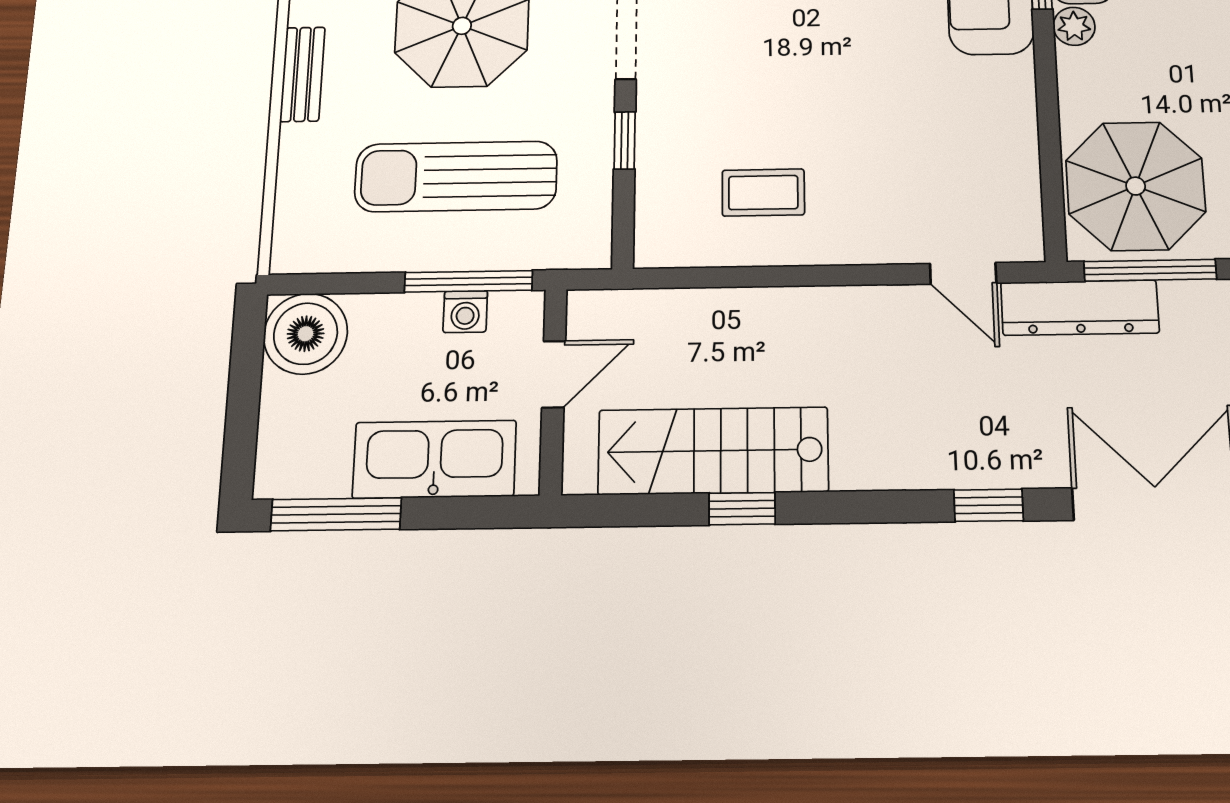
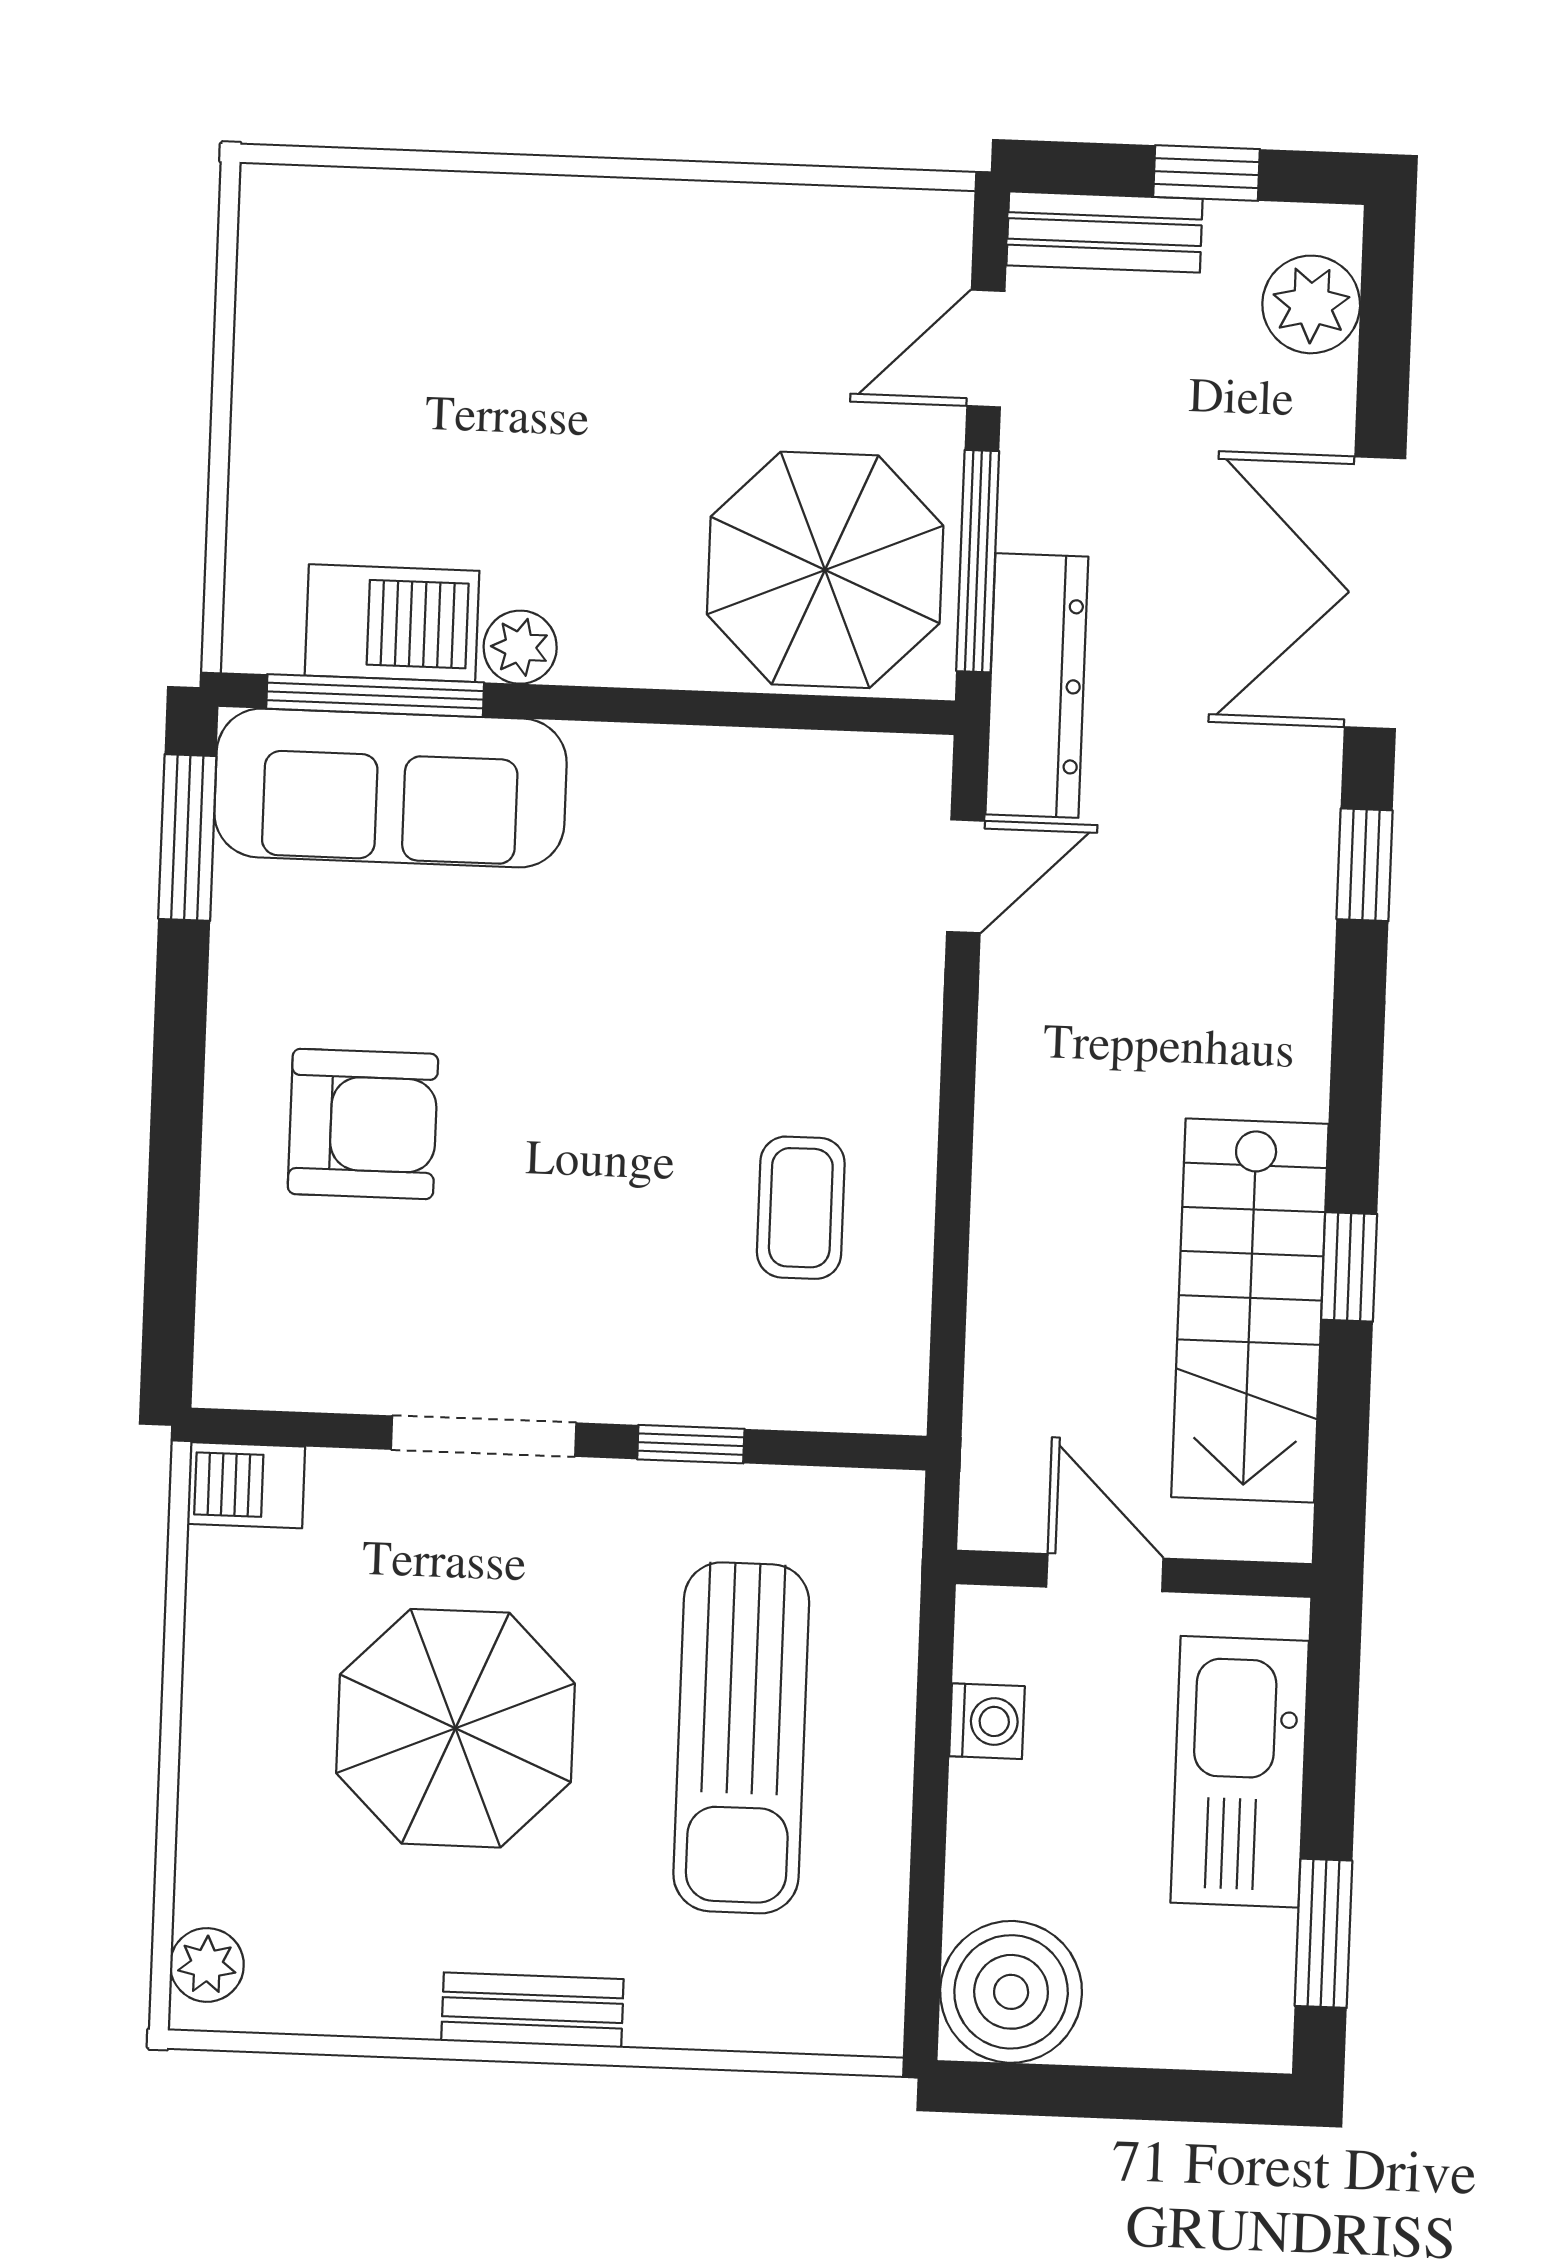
window: (468, 281) -> (933, 1716), removed
window: (336, 514) -> (1324, 1933), width x0.69

